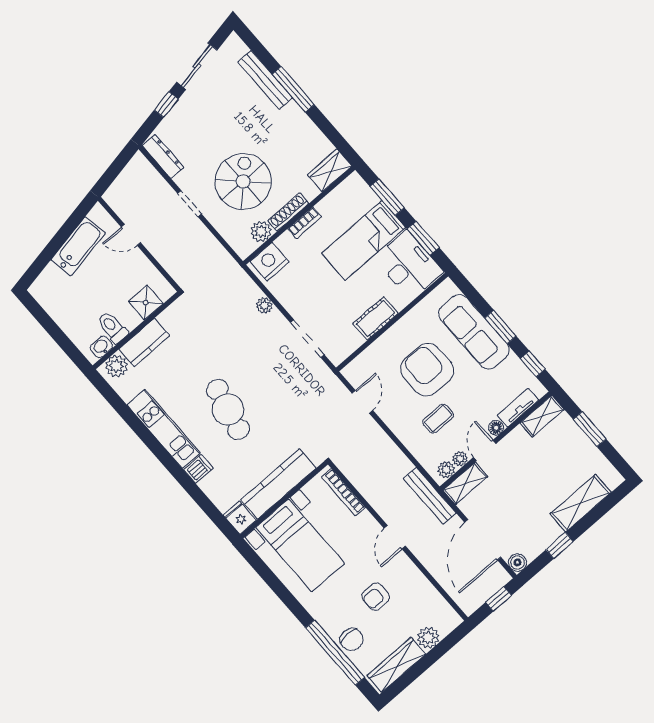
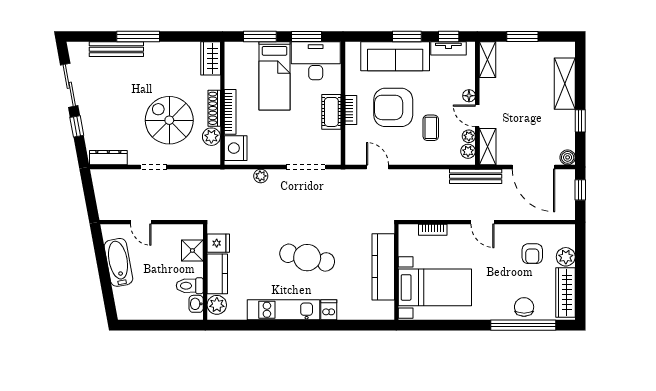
bookcase: (305, 223) -> (230, 112), width x1.56
door: (131, 235) -> (141, 222), hinge flipped
bookcase: (392, 334) -> (351, 110), added
tv unit: (518, 408) -> (448, 48), moved, turned -90
bookcase: (343, 492) -> (433, 230), width x0.64
fridge: (240, 518) -> (218, 243), moved, turned 180
armchair: (376, 597) -> (532, 254), moved
chair: (352, 639) -> (524, 307), turned -90

